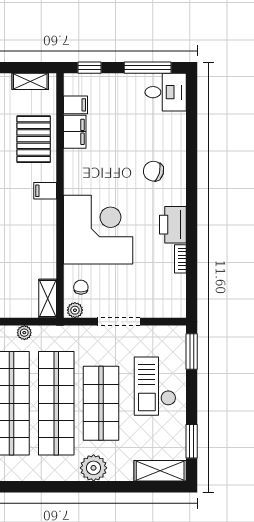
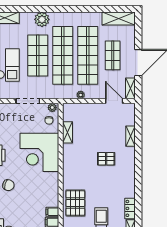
filing cabinet: (75, 132) -> (52, 212), width x0.50
filing cabinet: (45, 191) -> (69, 174), removed
shelving: (48, 299) -> (68, 132), moved

